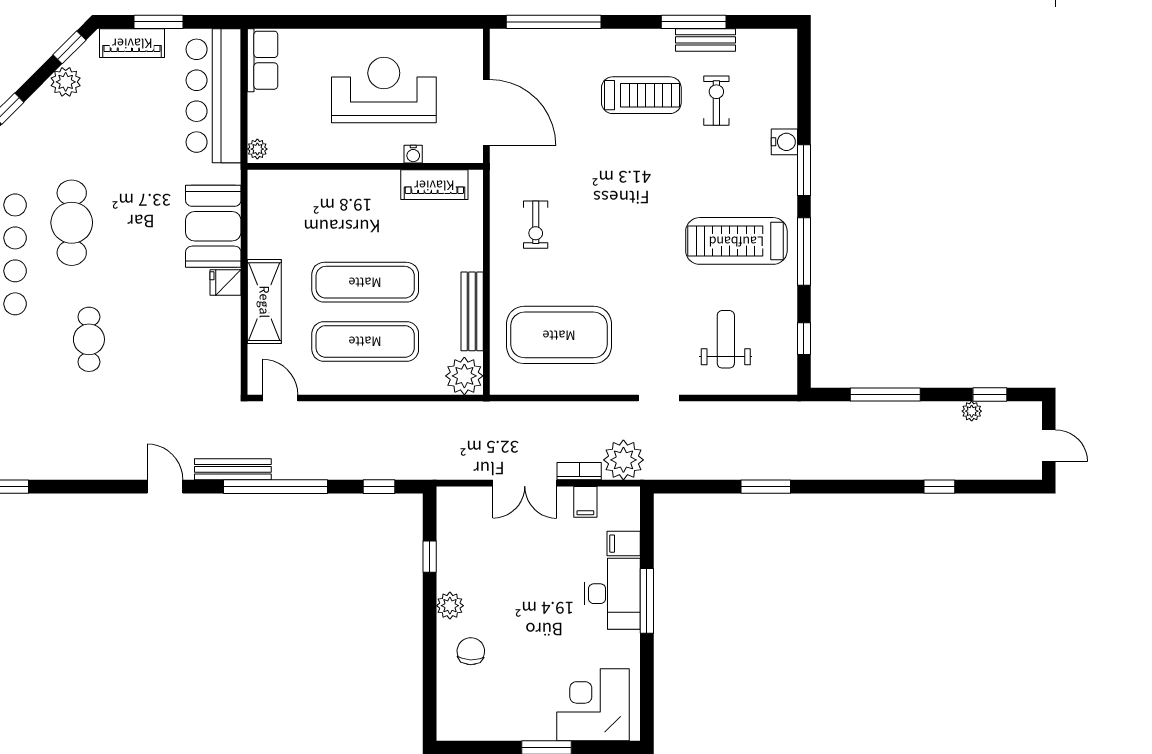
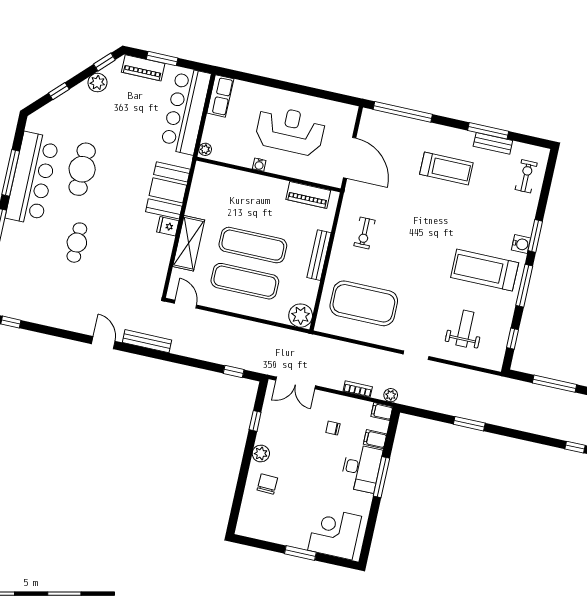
exercise bike: (716, 101) -> (526, 176), moved
water cooler: (784, 142) -> (521, 244), moved
water cooler: (413, 154) -> (259, 165), moved
bench: (472, 311) -> (319, 255), moved
plant: (623, 460) -> (391, 395), width x0.53, depth x0.53
double door: (525, 483) -> (296, 383), moved
window: (275, 487) -> (171, 357), removed
filing cabinet: (585, 502) -> (382, 412), moved, turned 90
chair: (554, 541) -> (333, 428), added

